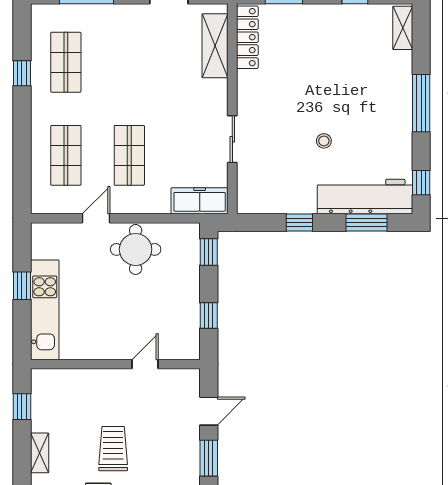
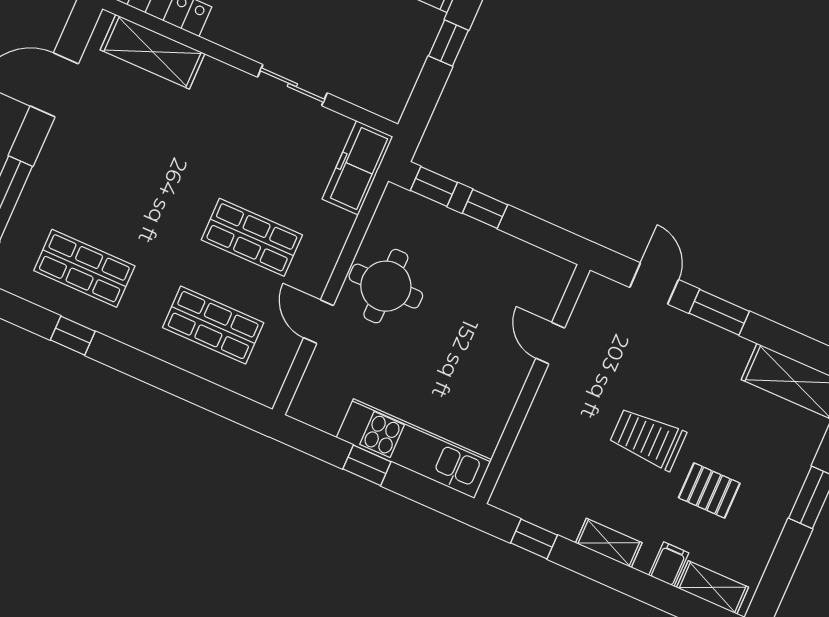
window: (209, 315) -> (485, 209), moved

